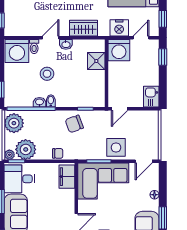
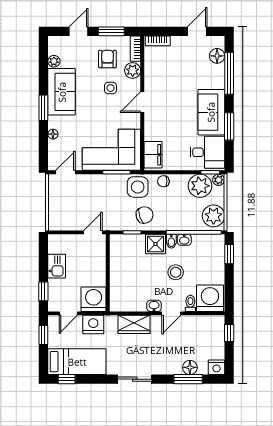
shower: (96, 61) -> (155, 244), moved
kitchen sink: (151, 97) -> (57, 266), moved
side table: (116, 147) -> (138, 187), moved

